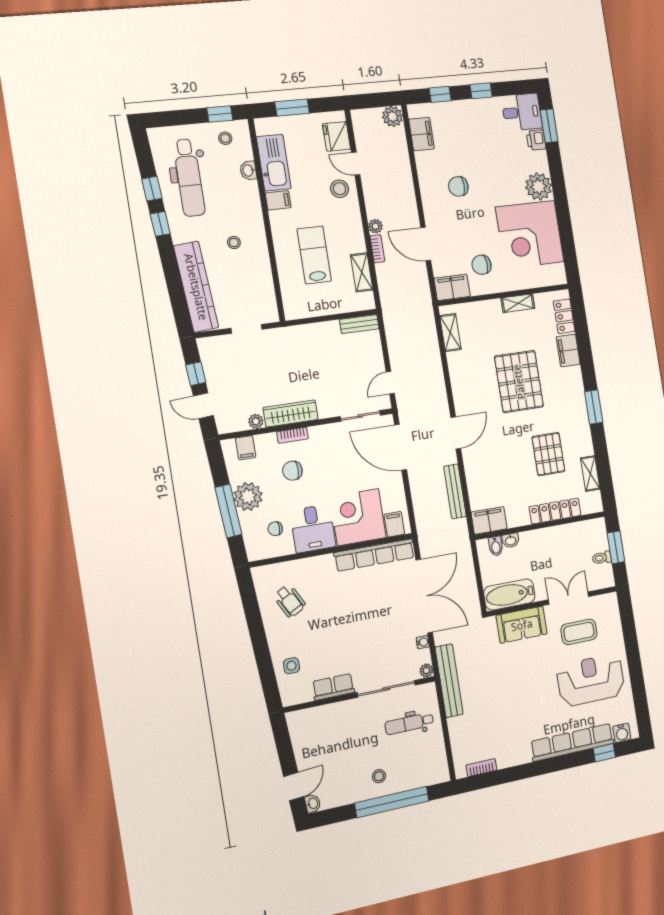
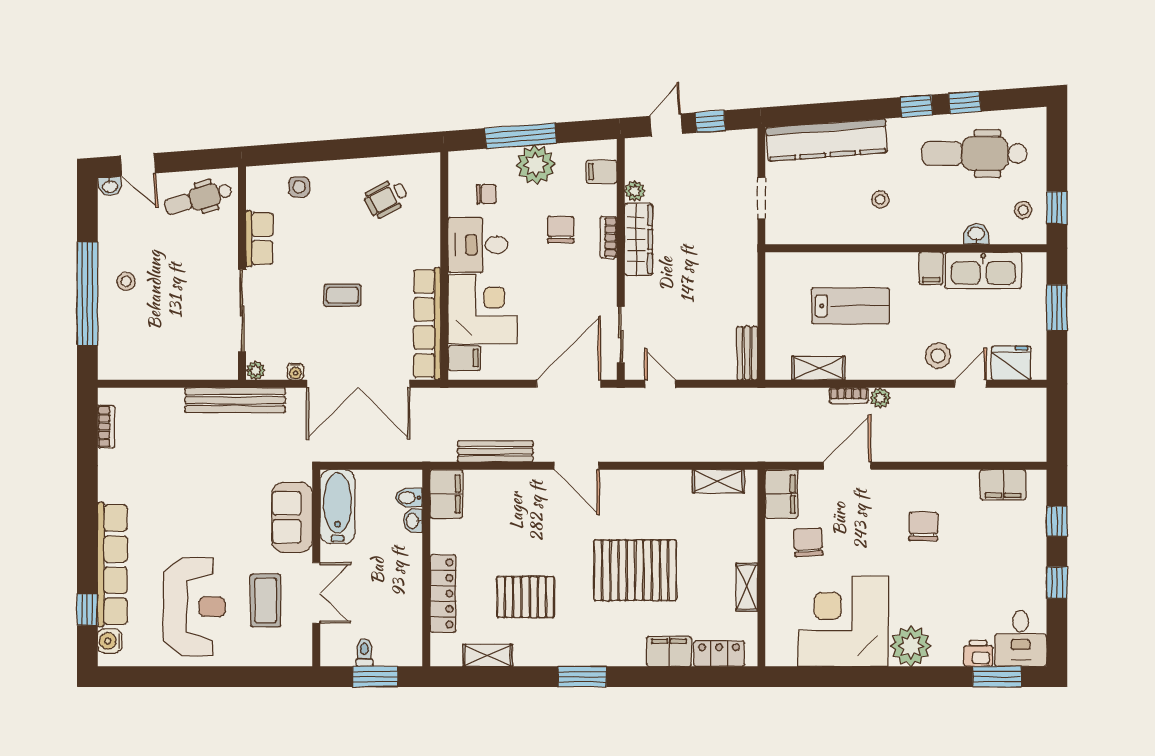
plant: (392, 116) -> (1032, 447), removed
chair: (275, 529) -> (486, 194), turned 90
coffee table: (364, 619) -> (342, 295), added
dental chair: (409, 724) -> (198, 199), moved, turned -106

